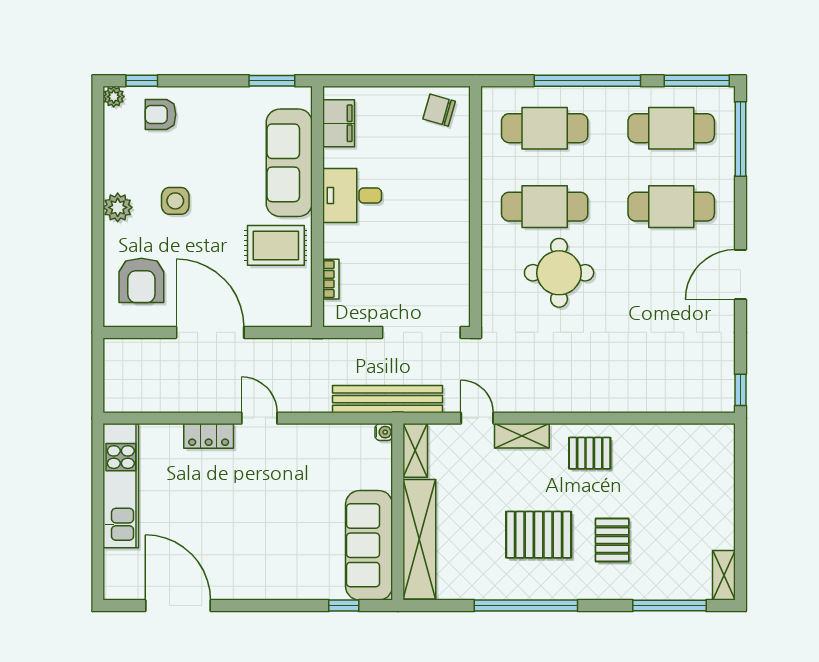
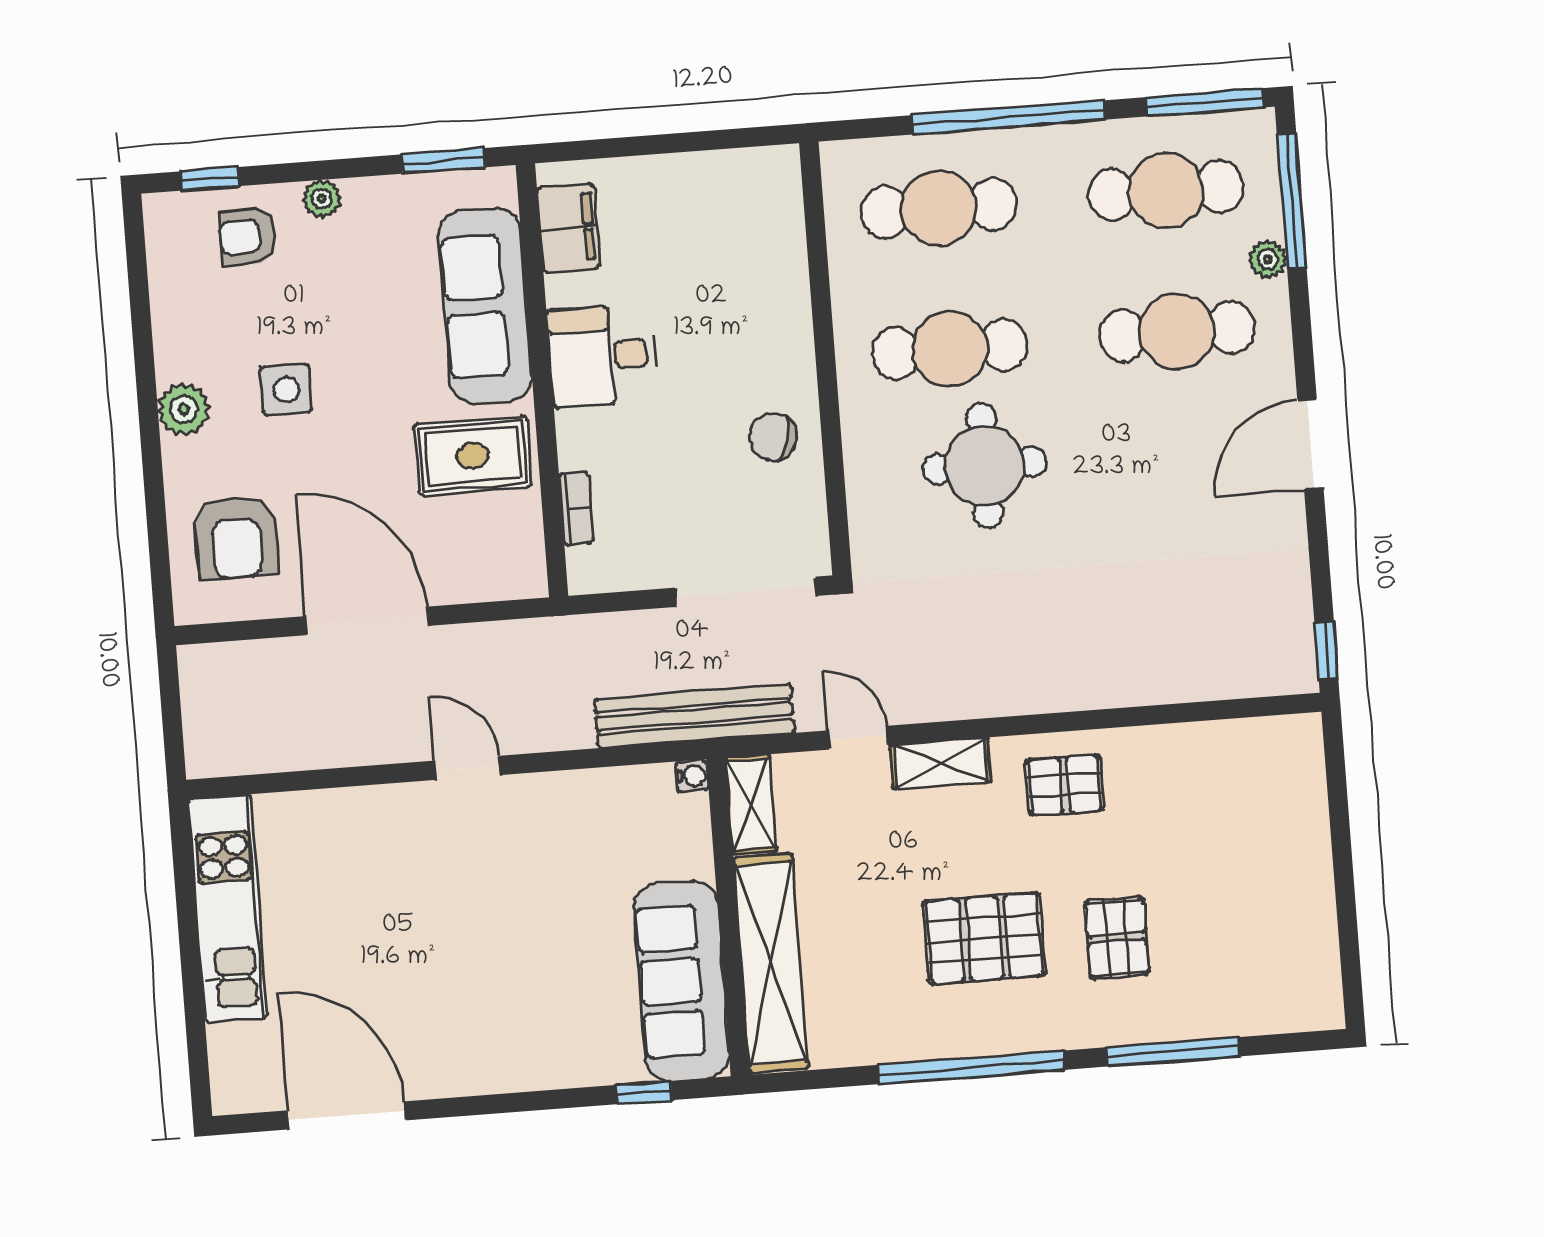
plant: (114, 97) -> (322, 199), moved
chair: (439, 110) -> (773, 437), moved
plant: (725, 171) -> (1268, 259), added
locker: (209, 436) -> (378, 807), removed
shelving: (724, 575) -> (1322, 986), removed
window: (670, 606) -> (1173, 1052), moved

